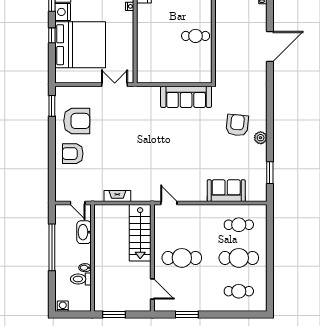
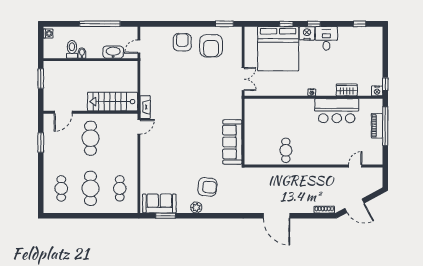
sofa: (226, 191) -> (159, 203), moved, turned -90
fireplace: (117, 196) -> (145, 107), moved

